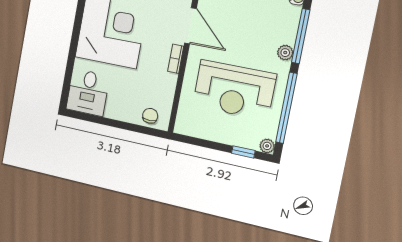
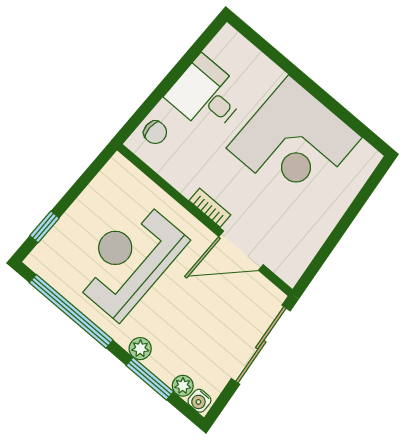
window: (301, 36) -> (150, 379), width x0.69
desk: (88, 92) -> (206, 95), moved
plant: (267, 146) -> (183, 386), moved

